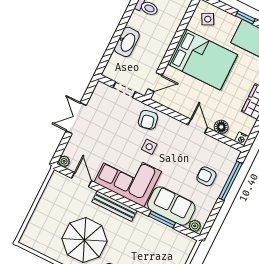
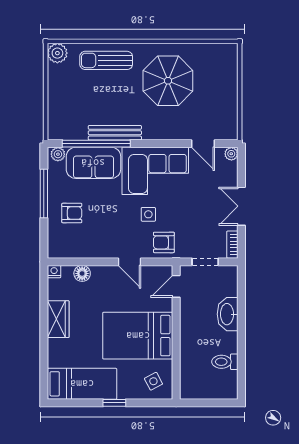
bookcase: (97, 93) -> (232, 245), added
double door: (76, 118) -> (241, 206), swing flipped
armchair: (148, 120) -> (164, 242), turned -79
door: (198, 126) -> (129, 262), moved
window: (230, 181) -> (44, 194), moved
bench: (114, 206) -> (115, 133), moved
window: (162, 219) -> (96, 144), width x2.11

